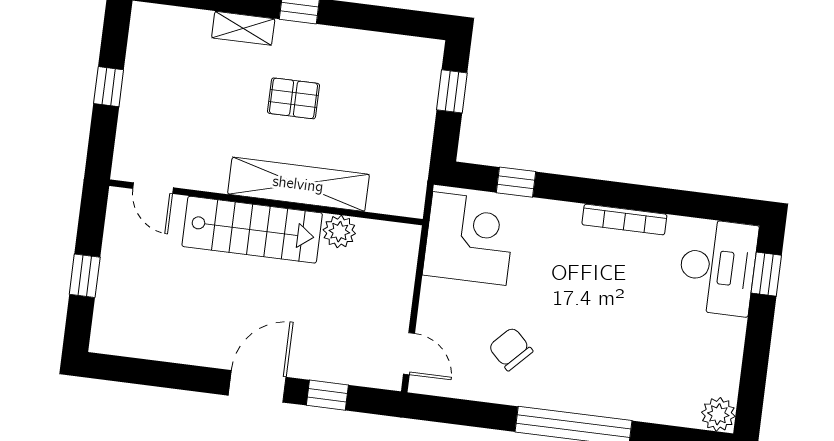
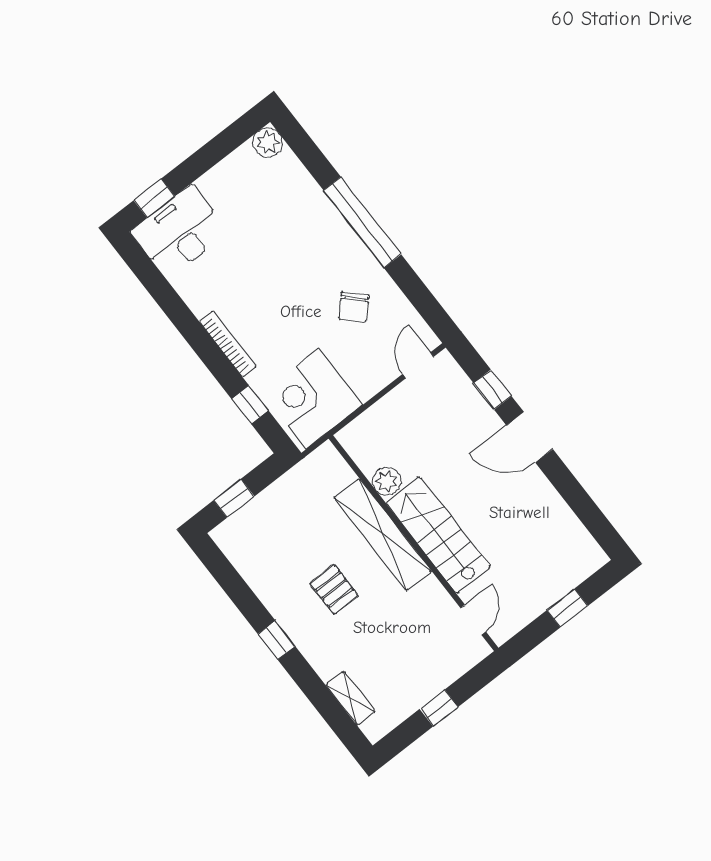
shelving: (243, 28) -> (350, 698), moved
bookcase: (624, 220) -> (228, 344), moved

